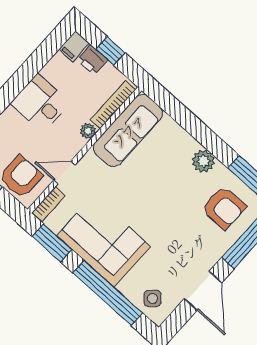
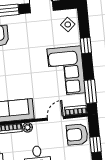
door: (64, 172) -> (55, 118), swing flipped
window: (108, 293) -> (86, 46), width x0.32

